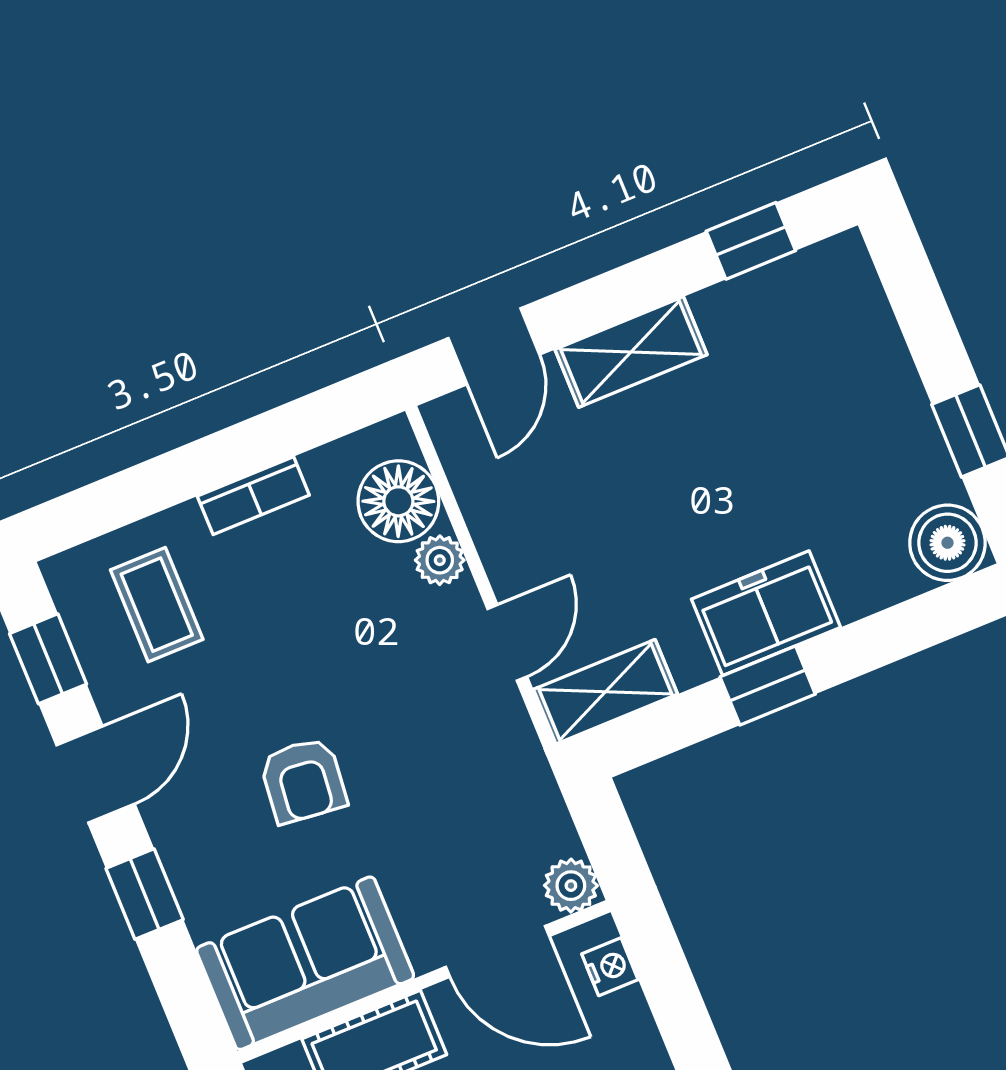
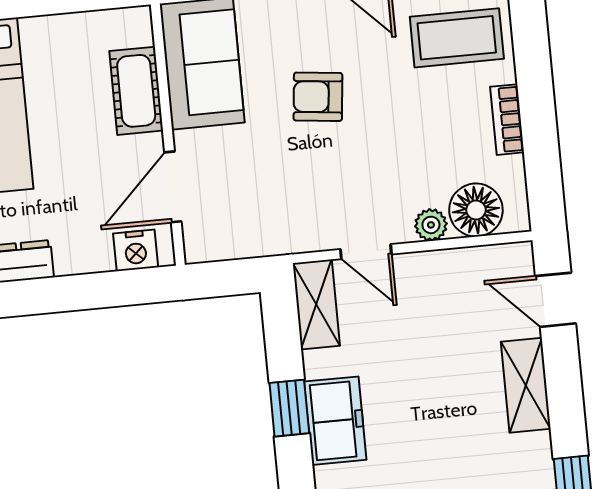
coffee table: (157, 605) -> (457, 38), width x1.36, depth x1.30
plant: (571, 886) -> (200, 246), removed
nightstand: (610, 967) -> (136, 250), width x1.39, depth x1.35

